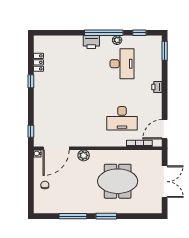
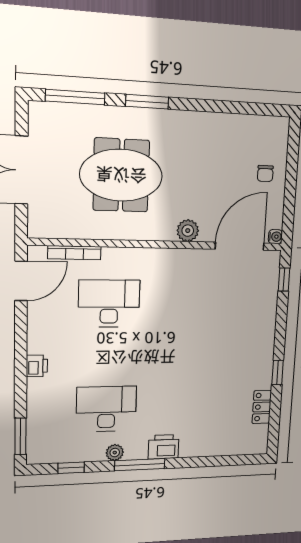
window: (104, 33) -> (140, 465), width x0.68
desk: (122, 64) -> (106, 409), turned 90
window: (73, 216) -> (75, 97), moved

